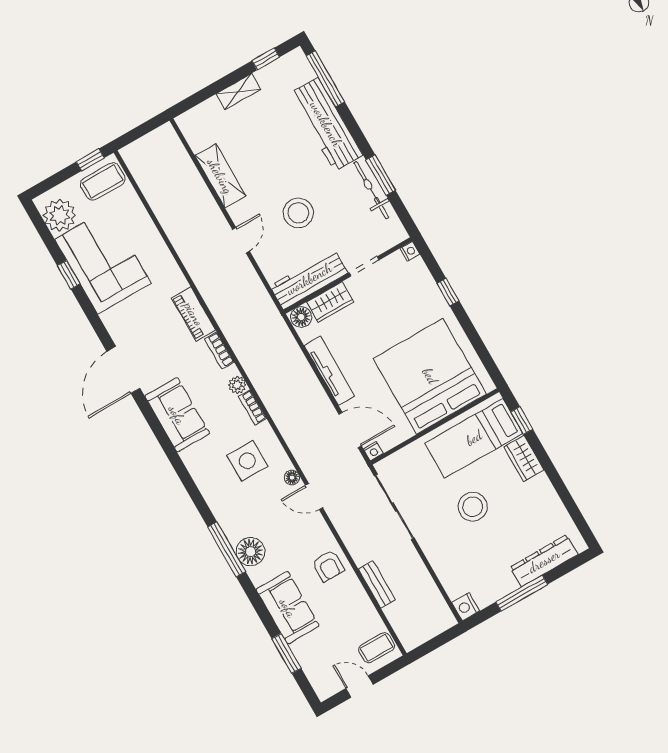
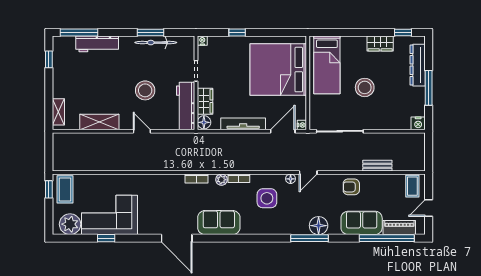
shelving: (238, 92) -> (58, 112), moved
workbench: (326, 124) -> (97, 44), width x0.73, depth x0.76
piano: (194, 314) -> (399, 228), moved, turned 180
window: (522, 420) -> (403, 32), moved
wardrobe: (524, 458) -> (380, 43), moved
armchair: (328, 566) -> (351, 187), turned 180
window: (286, 653) -> (387, 238), width x2.11

